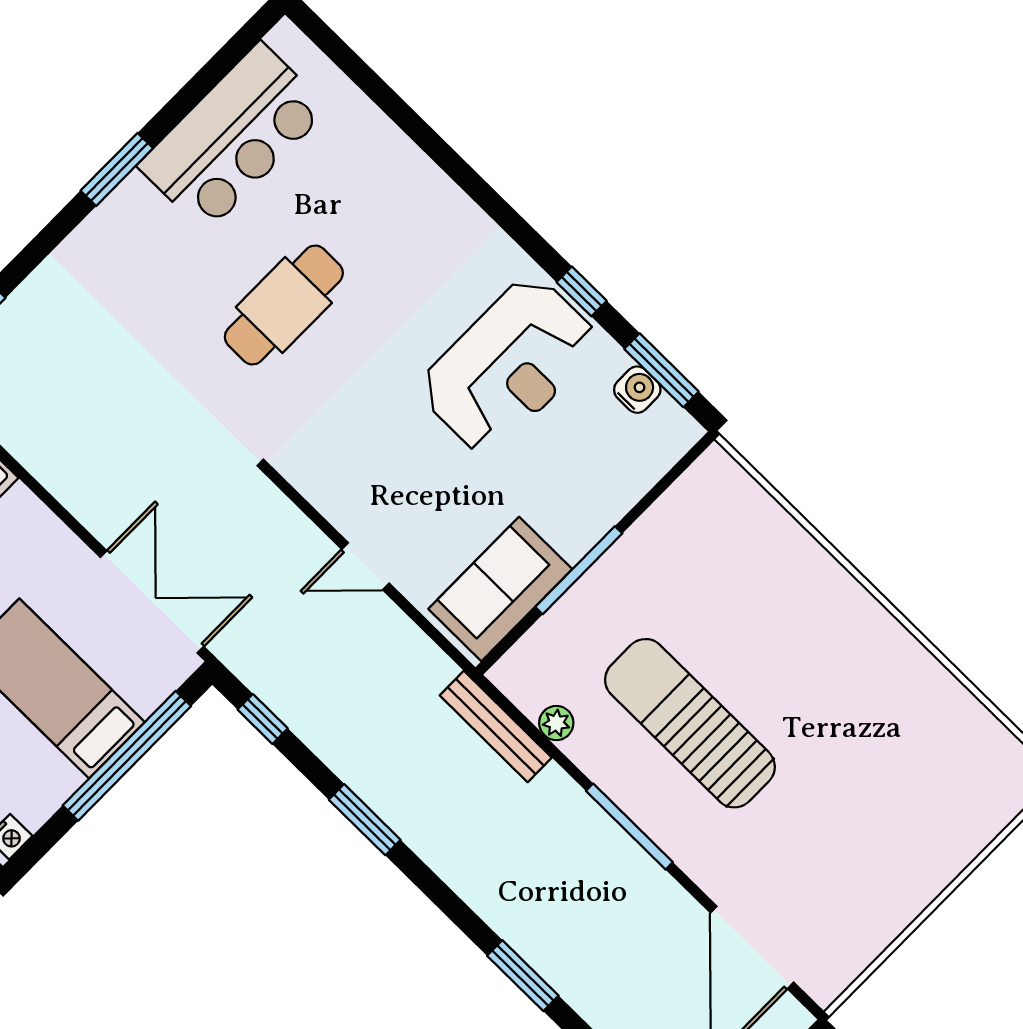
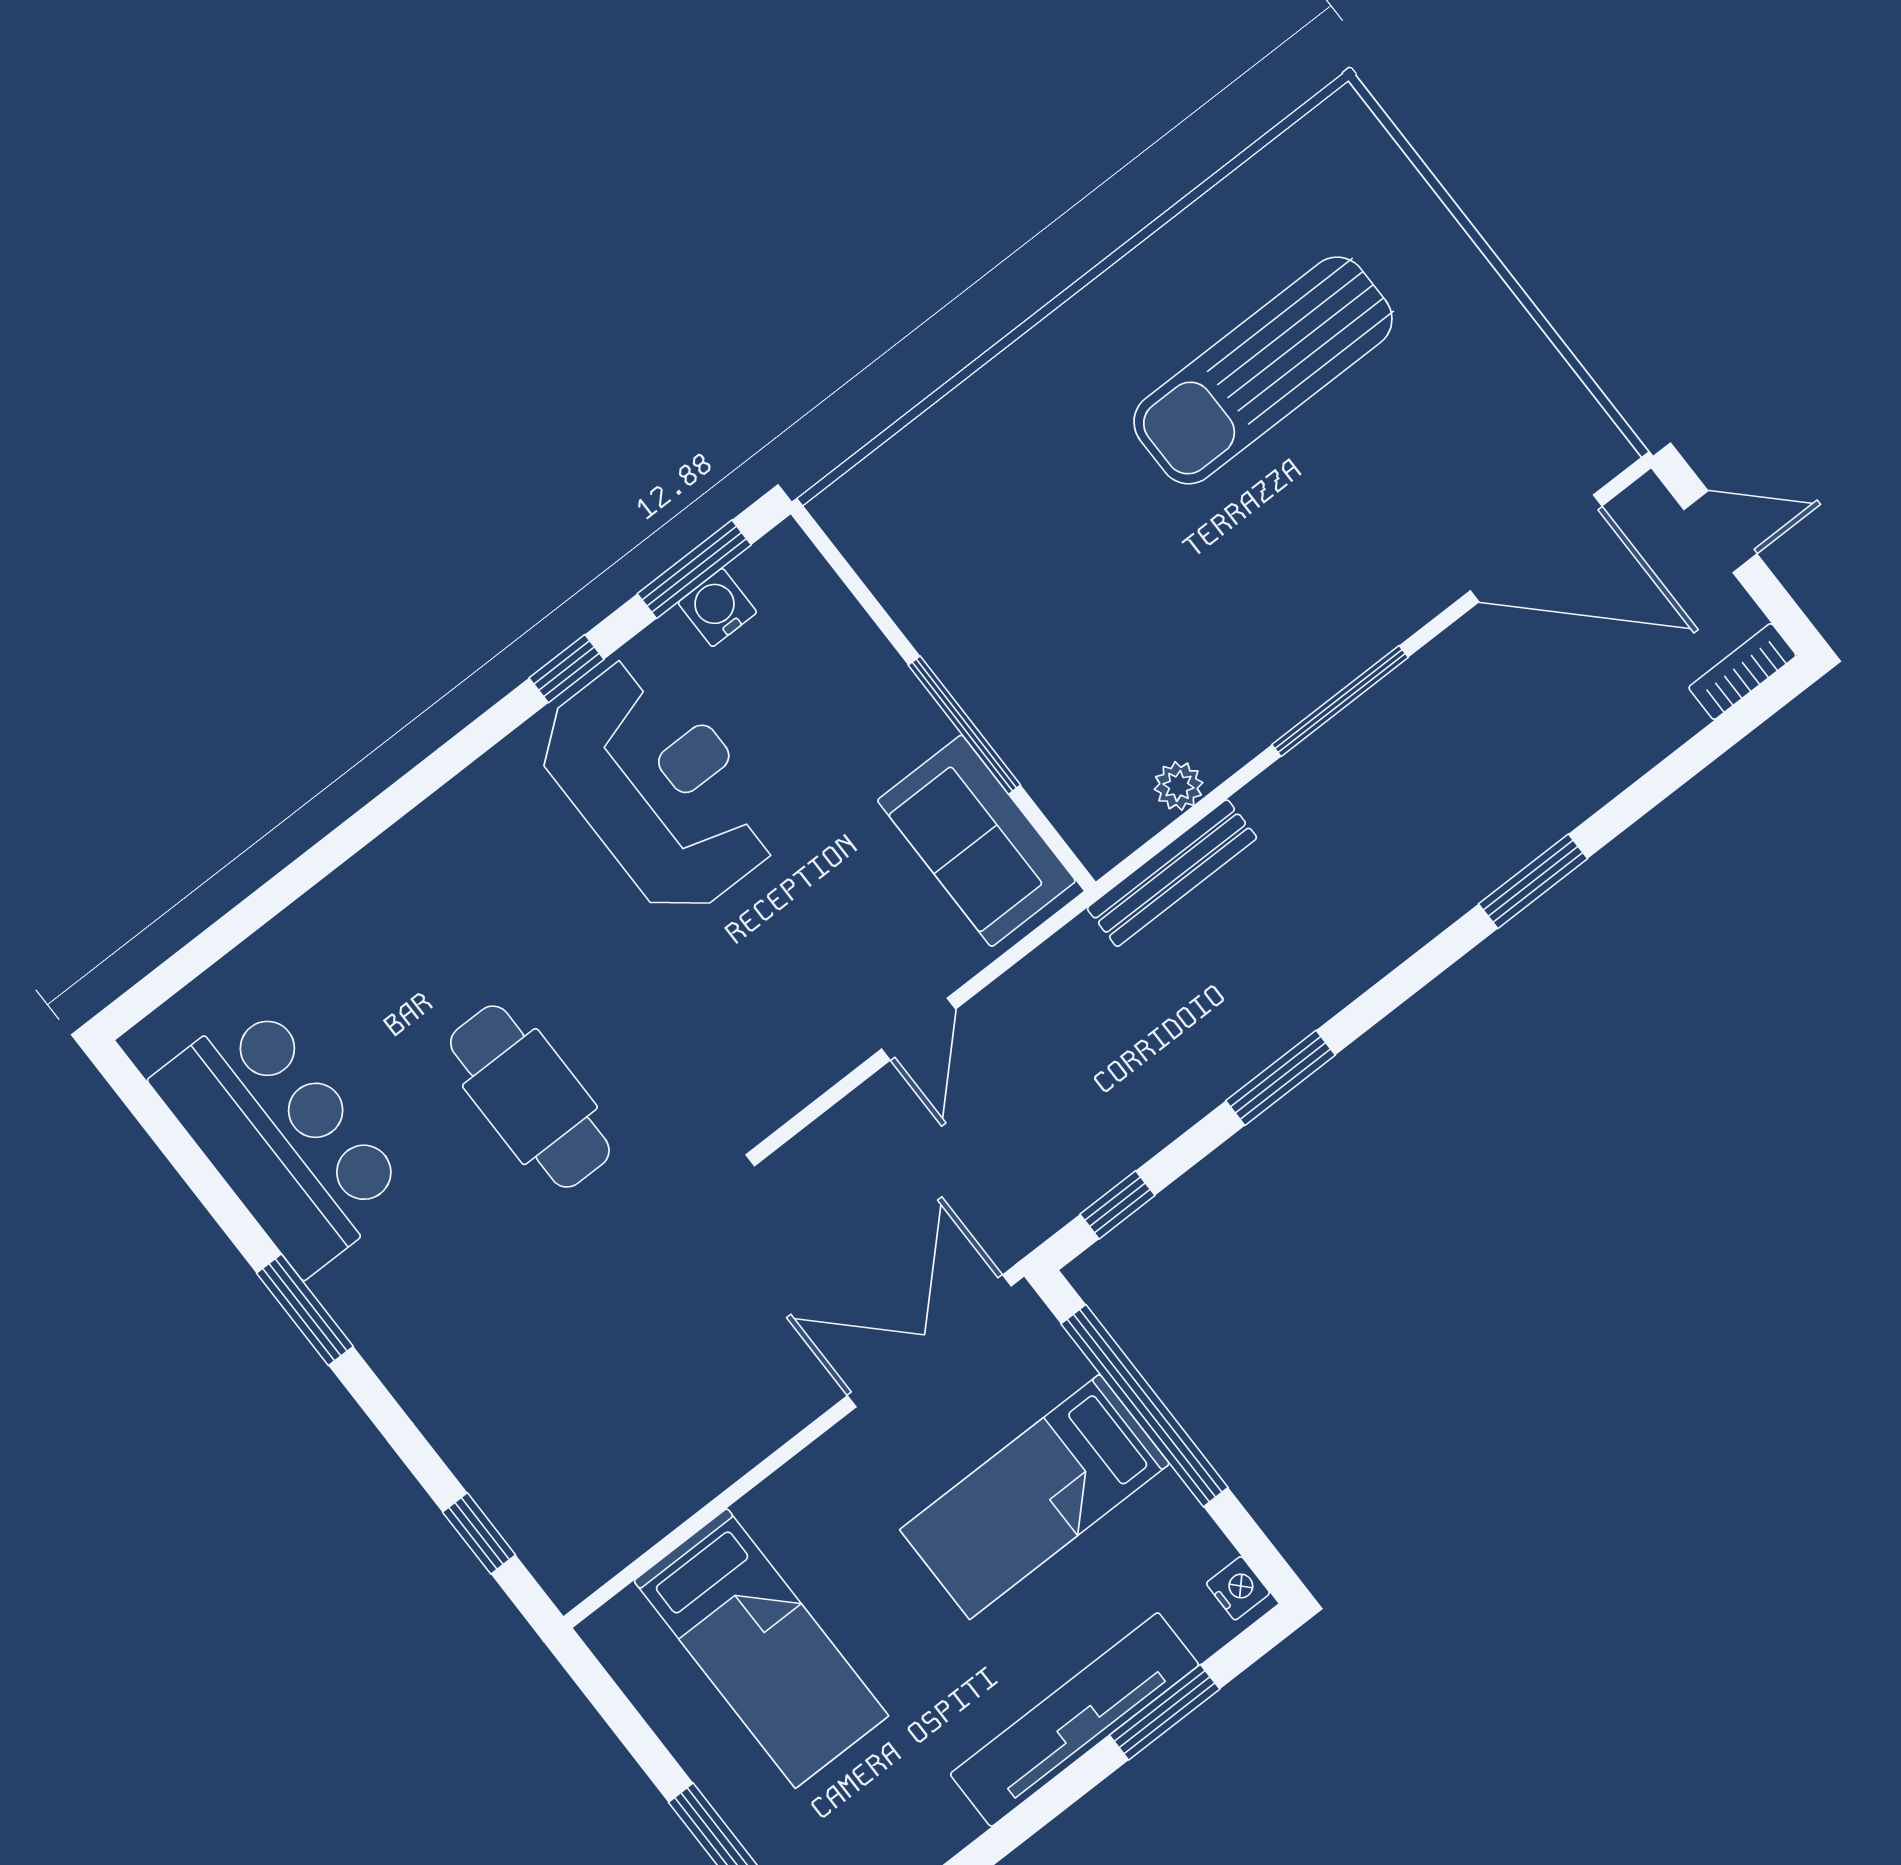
sun lounger: (690, 723) -> (1263, 370), moved

